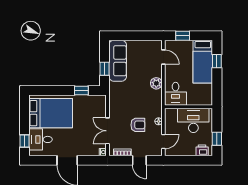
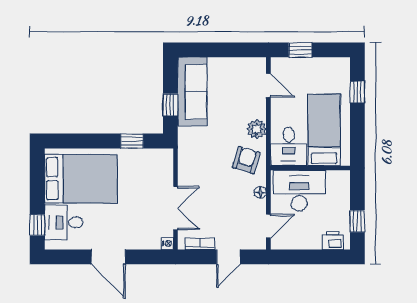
bed: (203, 62) -> (324, 130), moved, turned 180
desk: (193, 120) -> (299, 191), moved
armchair: (138, 125) -> (246, 160), moved, turned -73
double door: (108, 131) -> (175, 208), swing flipped
door: (139, 160) -> (228, 257), hinge flipped

